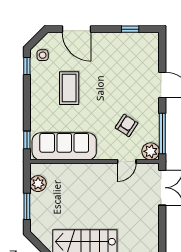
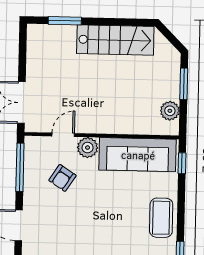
coffee table: (69, 88) -> (161, 218), moved
plant: (151, 151) -> (88, 148), moved

